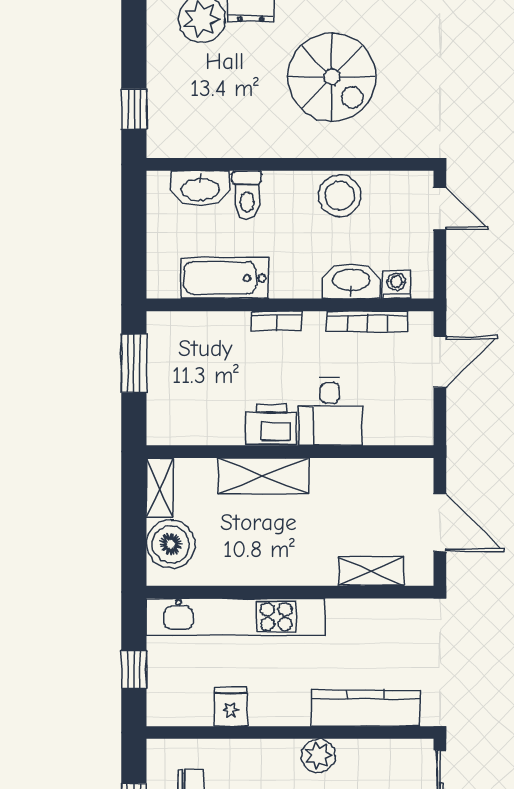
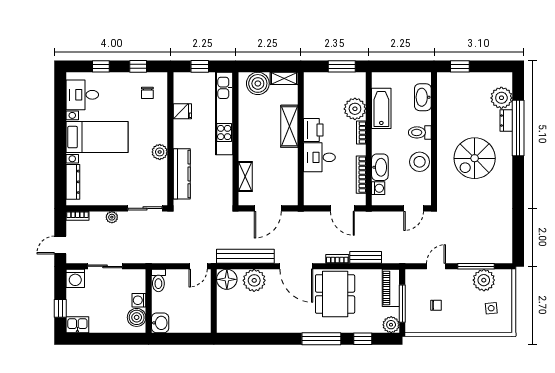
toilet: (247, 195) -> (420, 132), moved
plant: (225, 335) -> (355, 109), added

